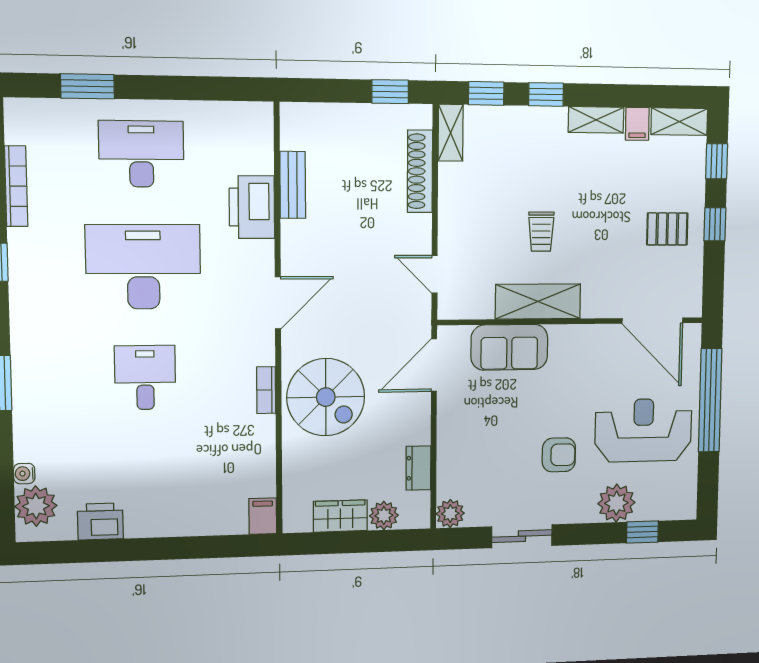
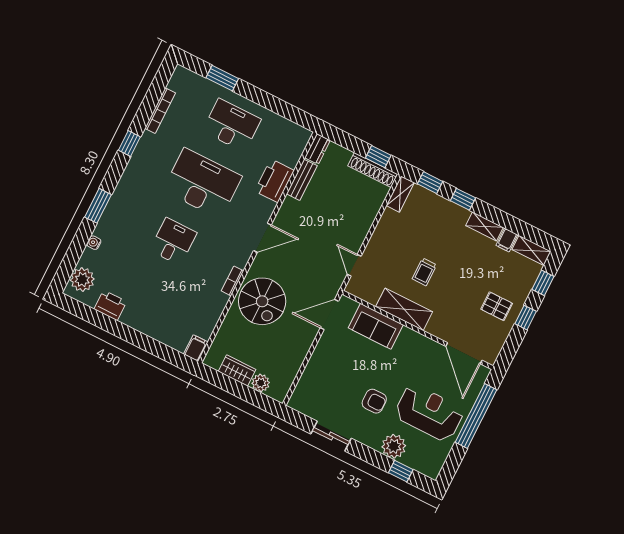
shoe rack: (420, 171) -> (373, 170), moved, turned -90
dresser: (418, 468) -> (317, 149), moved, turned 180
water cooler: (24, 474) -> (94, 243), moved
plant: (450, 514) -> (297, 402), removed

